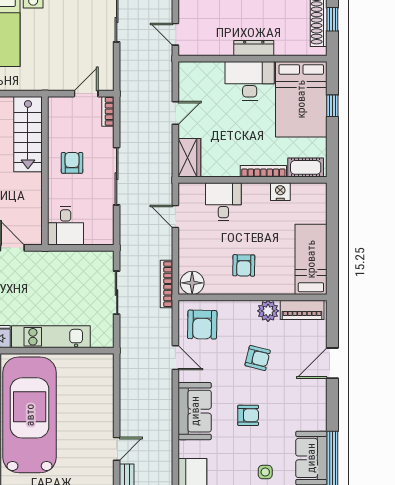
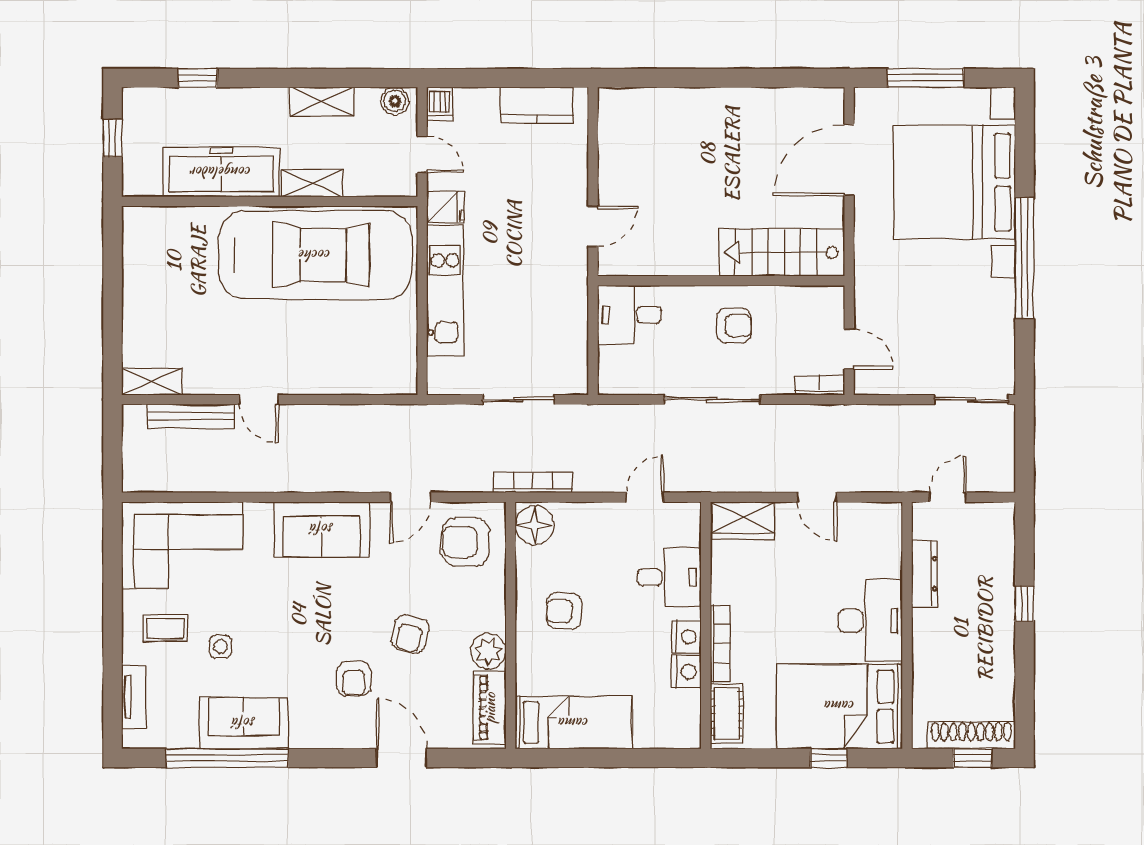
dresser: (254, 48) -> (925, 574), moved
nightstand: (259, 192) -> (686, 637), added
armchair: (248, 415) -> (354, 679), moved

